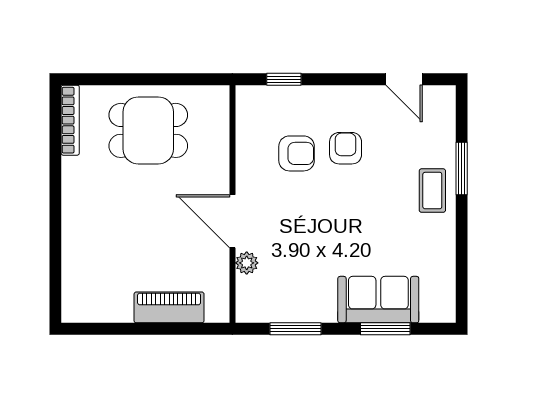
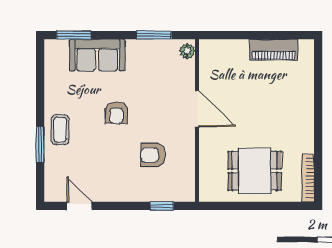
armchair: (346, 148) -> (116, 113), moved
plant: (247, 263) -> (187, 51), moved
piano: (169, 307) -> (274, 50), moved
window: (385, 329) -> (74, 35), moved

